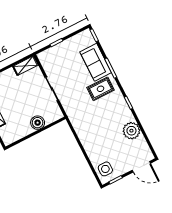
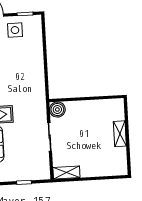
boiler: (38, 123) -> (57, 110), moved
side table: (105, 169) -> (15, 30), moved

